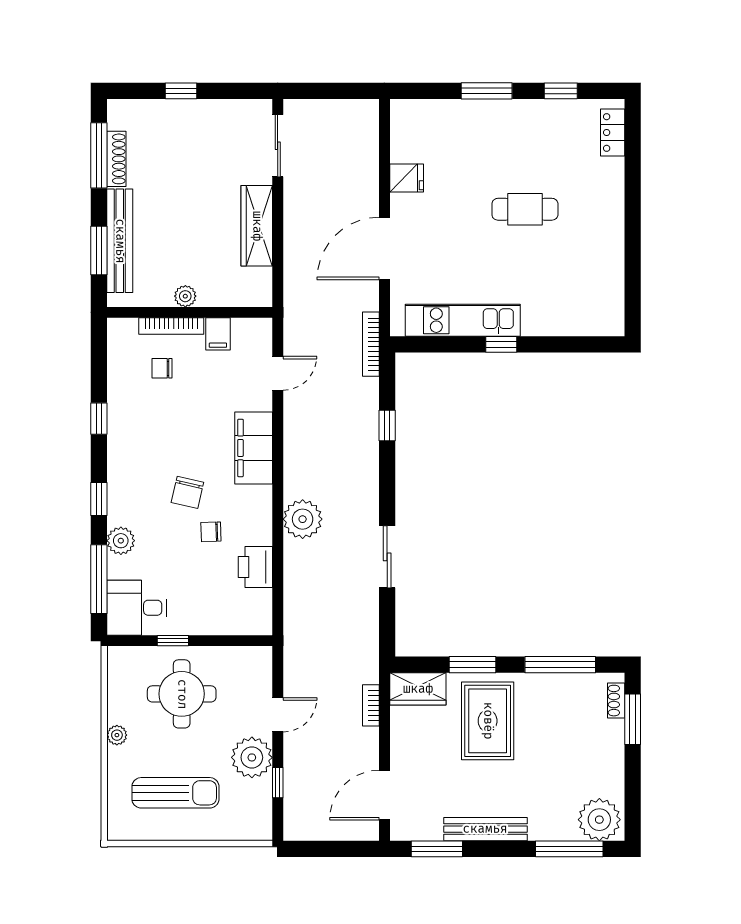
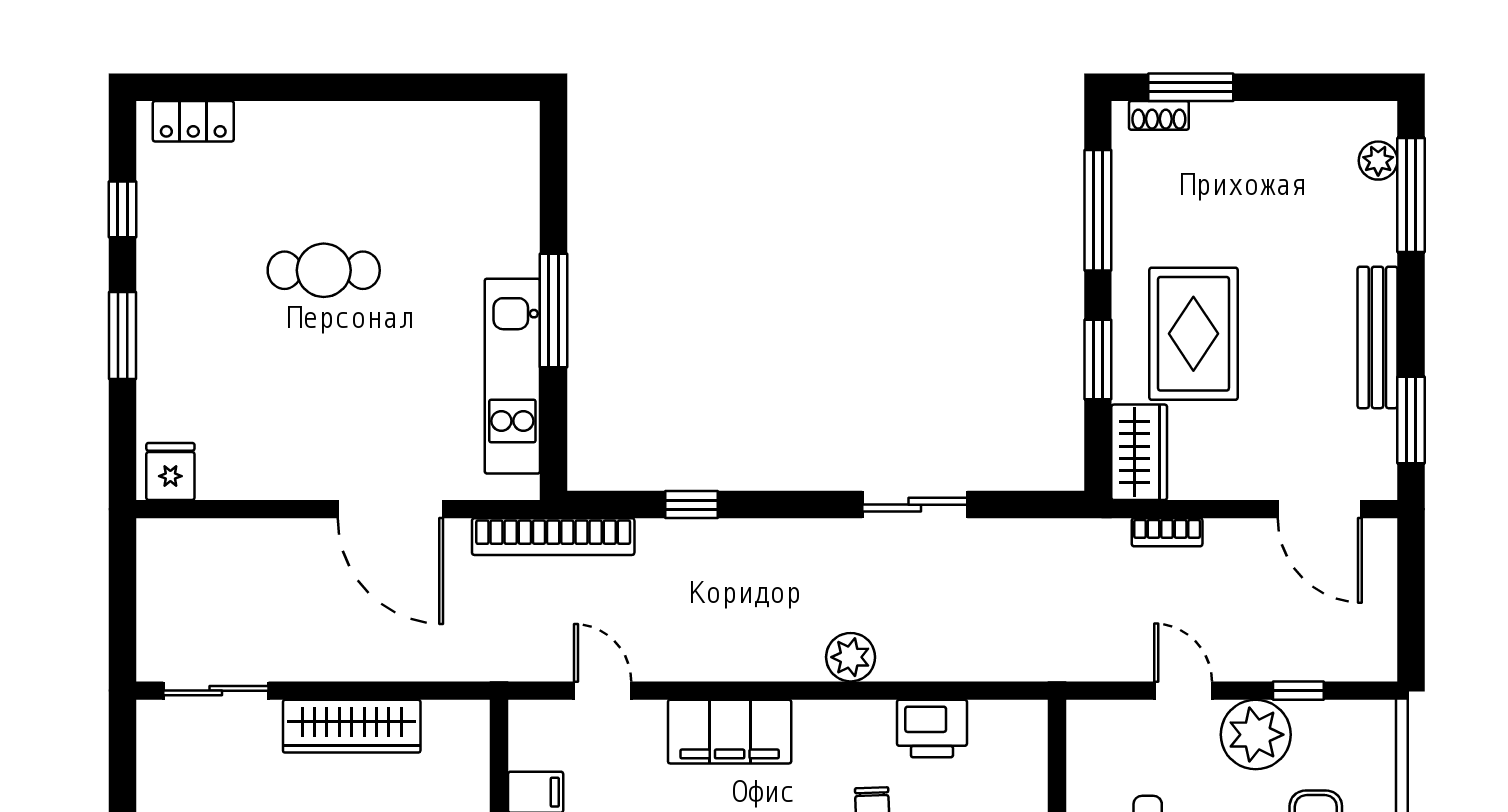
fridge: (407, 178) -> (170, 471), moved
cafe table: (525, 209) -> (324, 270), turned 90
bookcase: (371, 344) -> (553, 537), width x1.48, depth x1.31
window: (501, 344) -> (553, 311), width x2.17
plant: (303, 519) -> (851, 657), width x0.73, depth x0.73
rug: (488, 721) -> (1193, 334), turned 90
plant: (599, 820) -> (1378, 161), width x0.53, depth x0.53

